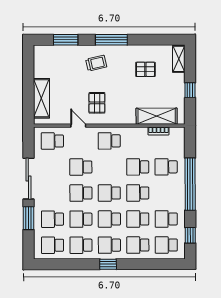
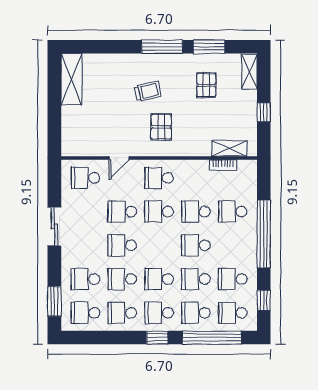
window: (66, 40) -> (209, 47), moved
trolley: (96, 63) -> (148, 91), moved
pallet: (145, 69) -> (206, 85), turned 90
shelving: (41, 98) -> (71, 79), moved
pallet: (97, 103) -> (161, 127), moved
shelving: (157, 116) -> (229, 148), width x0.67, depth x0.75
door: (78, 126) -> (119, 158), swing flipped
sliding door: (28, 179) -> (54, 226), width x0.73
school desk: (109, 193) -> (159, 212), moved
window: (29, 218) -> (54, 301), moved
window: (150, 264) -> (212, 338), added

